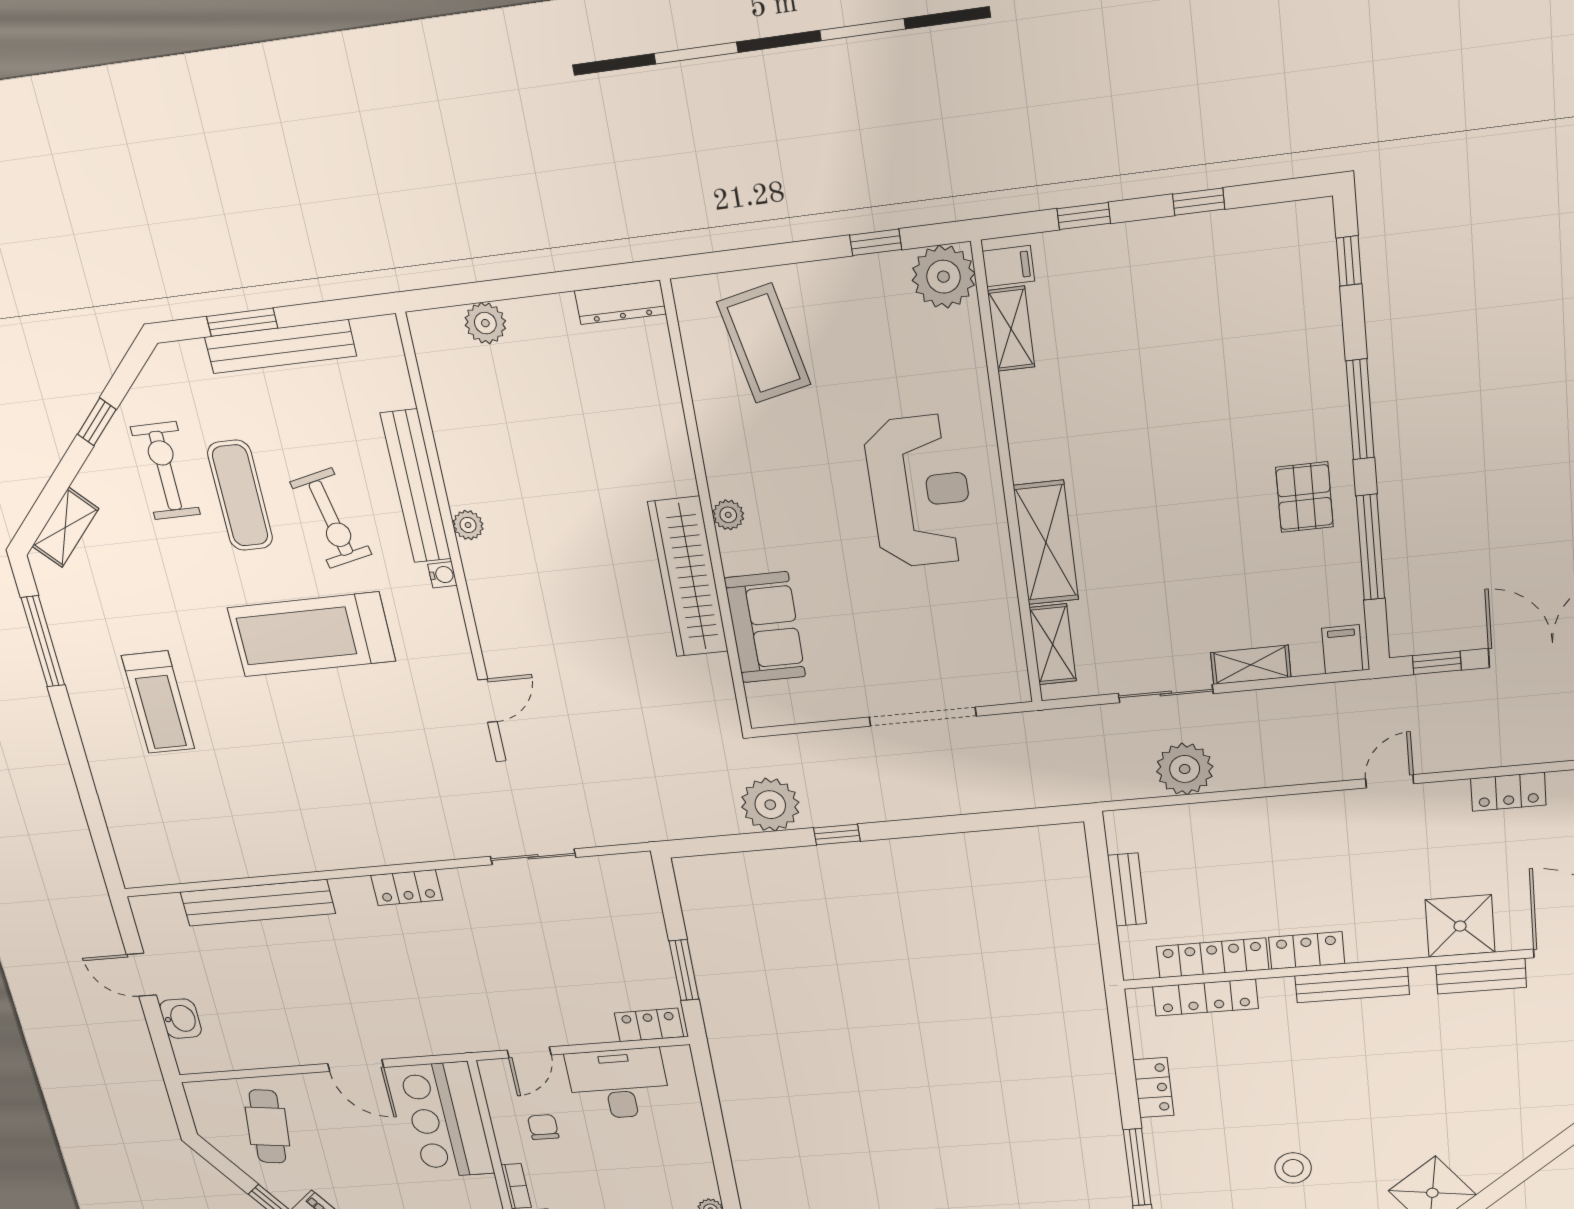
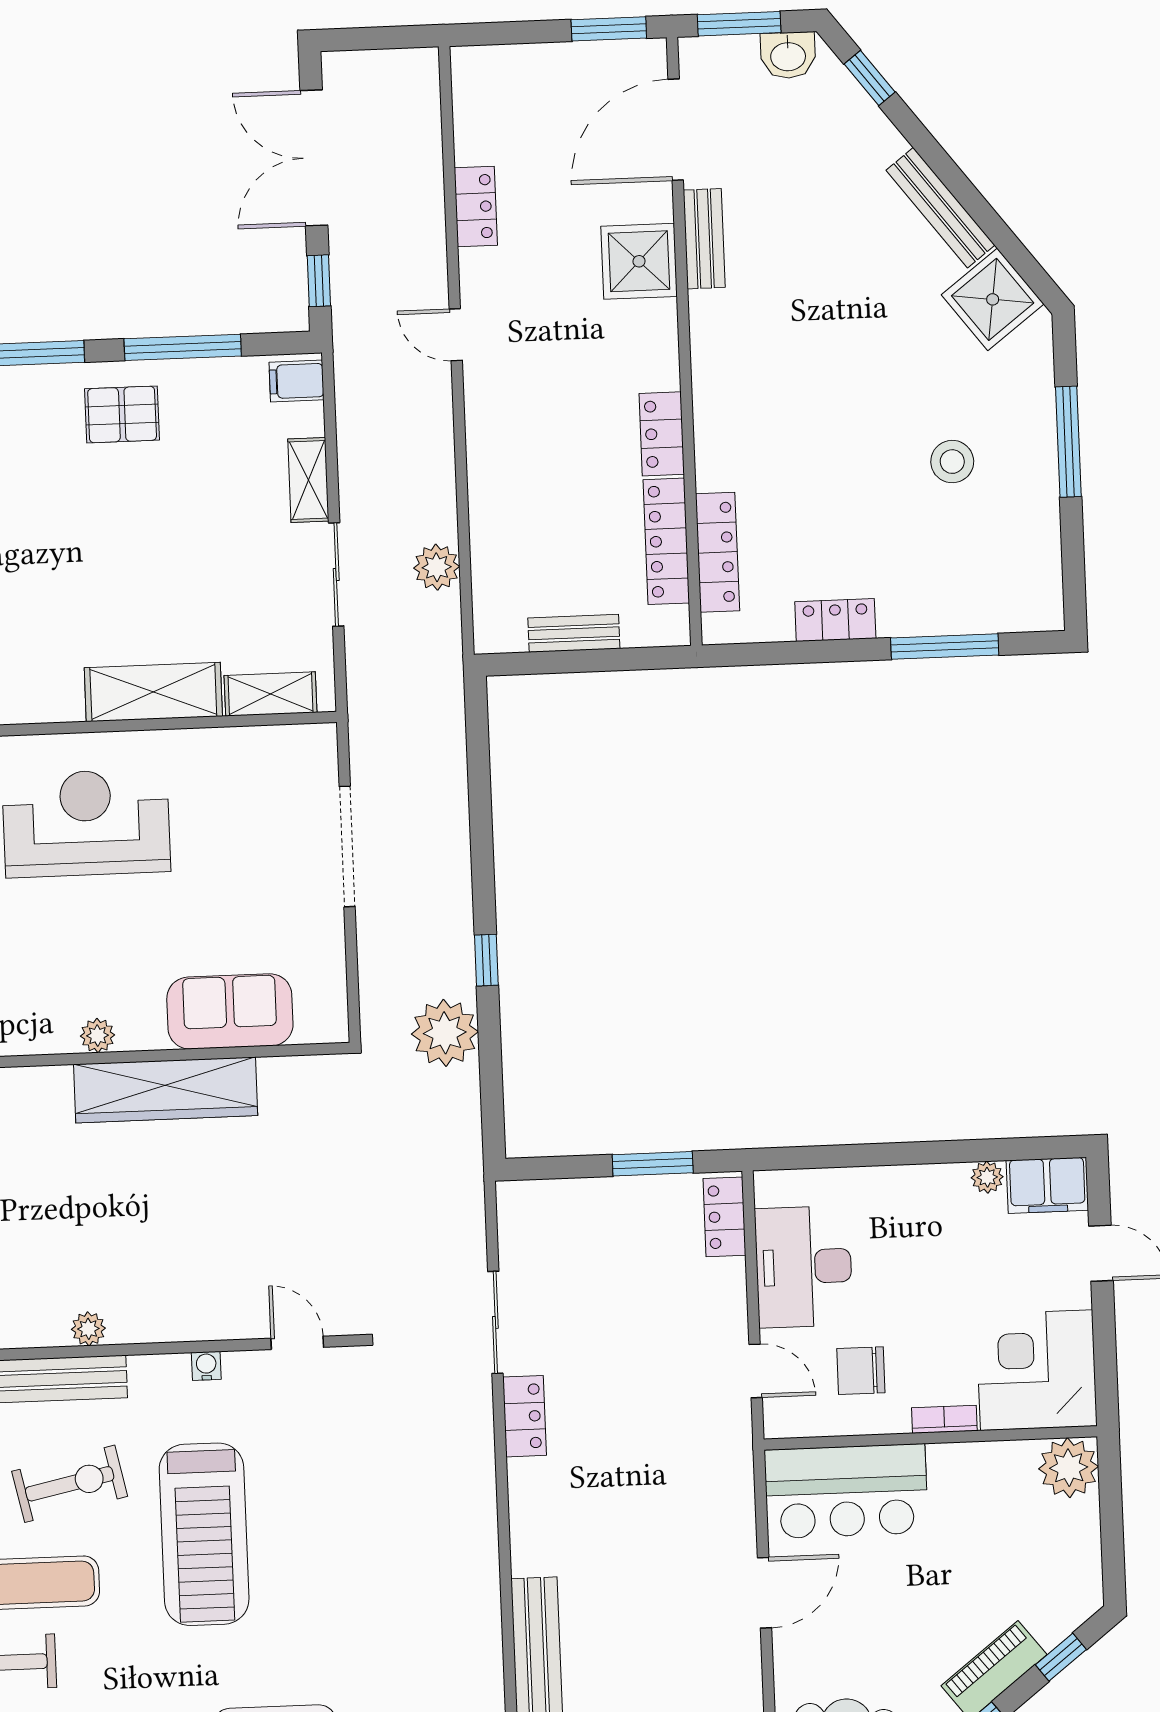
water cooler: (442, 575) -> (206, 1366), moved
plant: (1185, 769) -> (437, 567), width x0.73, depth x0.73
locker: (407, 888) -> (525, 1416), moved
bench: (1352, 985) -> (941, 208), moved, turned -38
chair: (543, 1127) -> (861, 1371), width x1.37, depth x1.37

